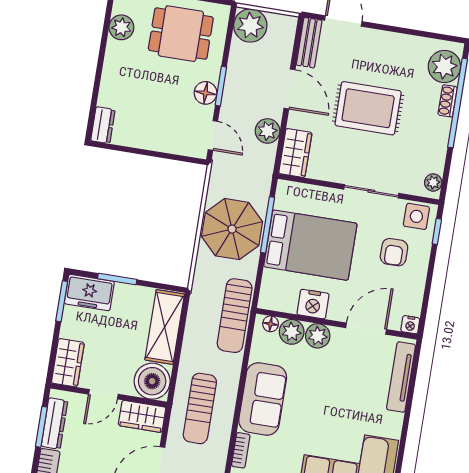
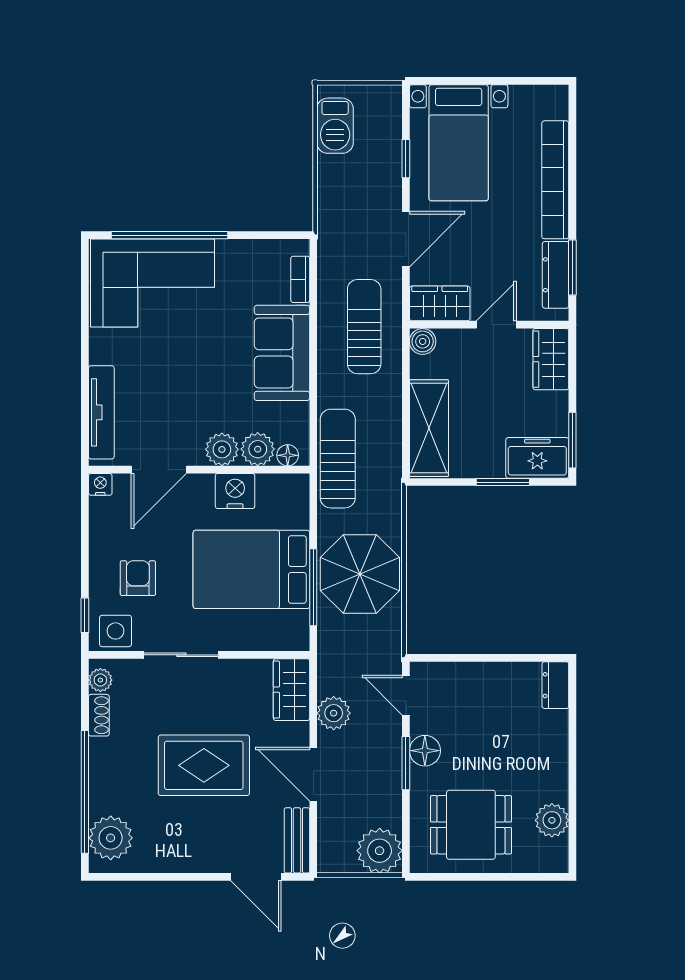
shoe rack: (448, 101) -> (99, 715), moved
boiler: (152, 381) -> (423, 341), width x0.54, depth x0.54

